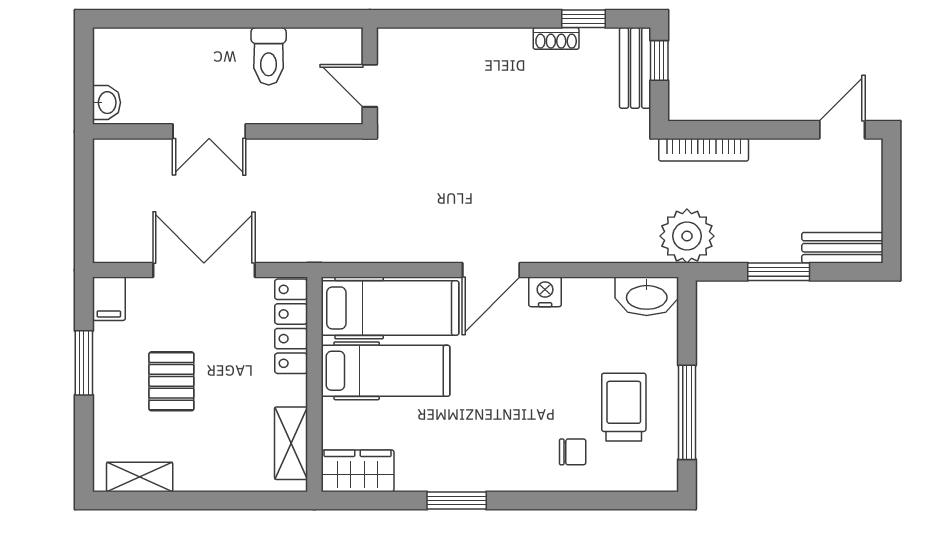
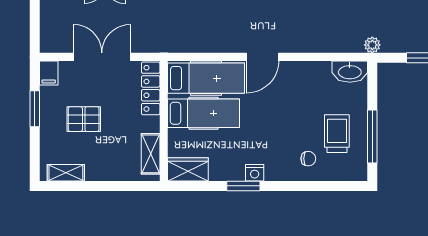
plant: (687, 236) -> (372, 45), width x0.53, depth x0.53
nightstand: (545, 292) -> (255, 173), moved, turned 180
pallet: (171, 381) -> (84, 119), turned 90

